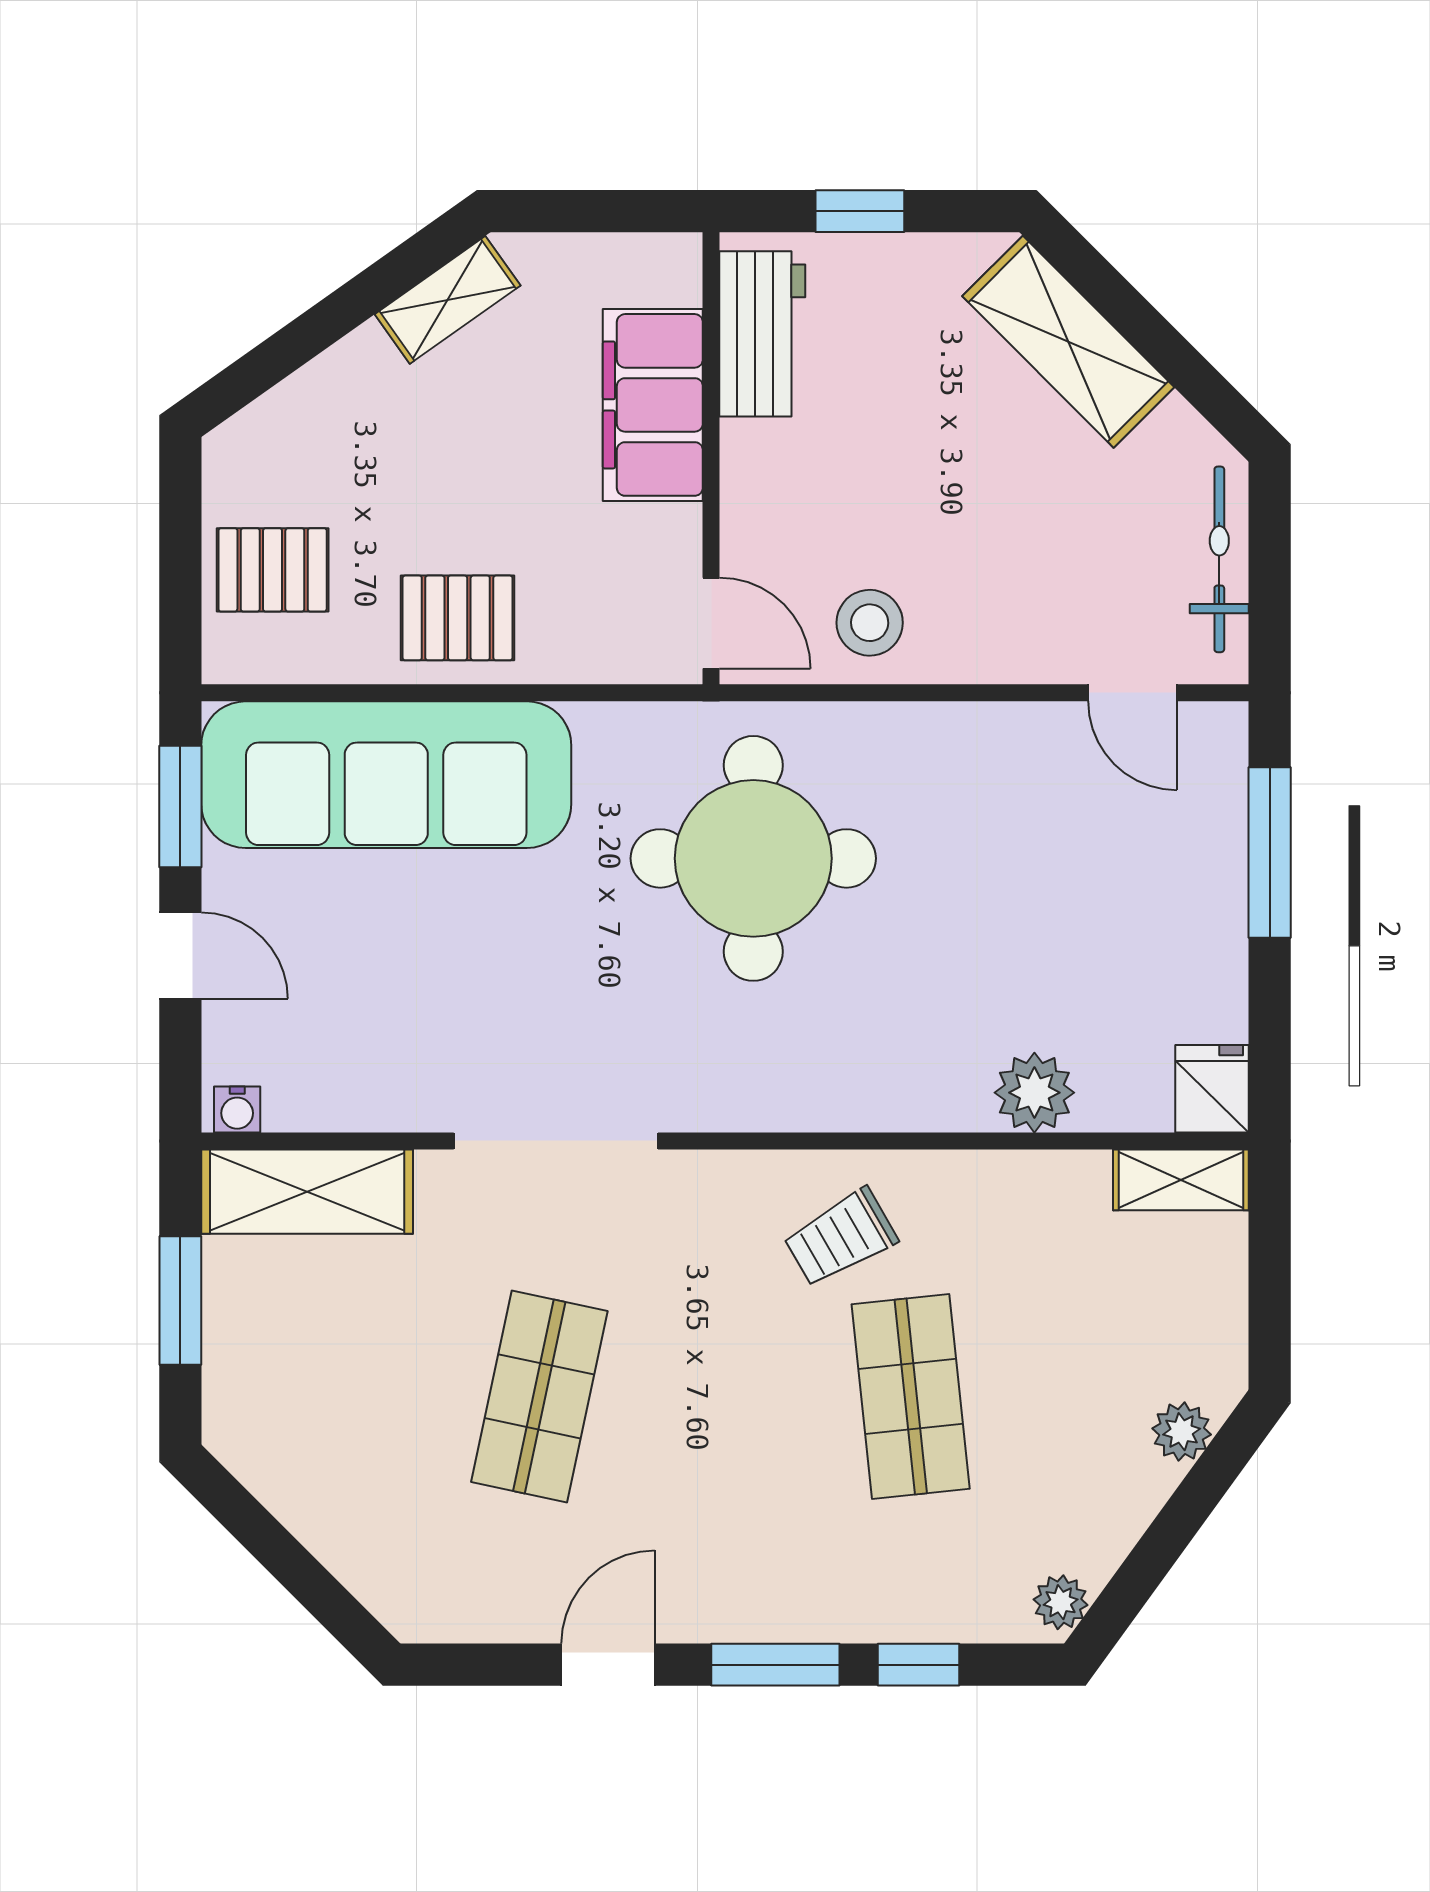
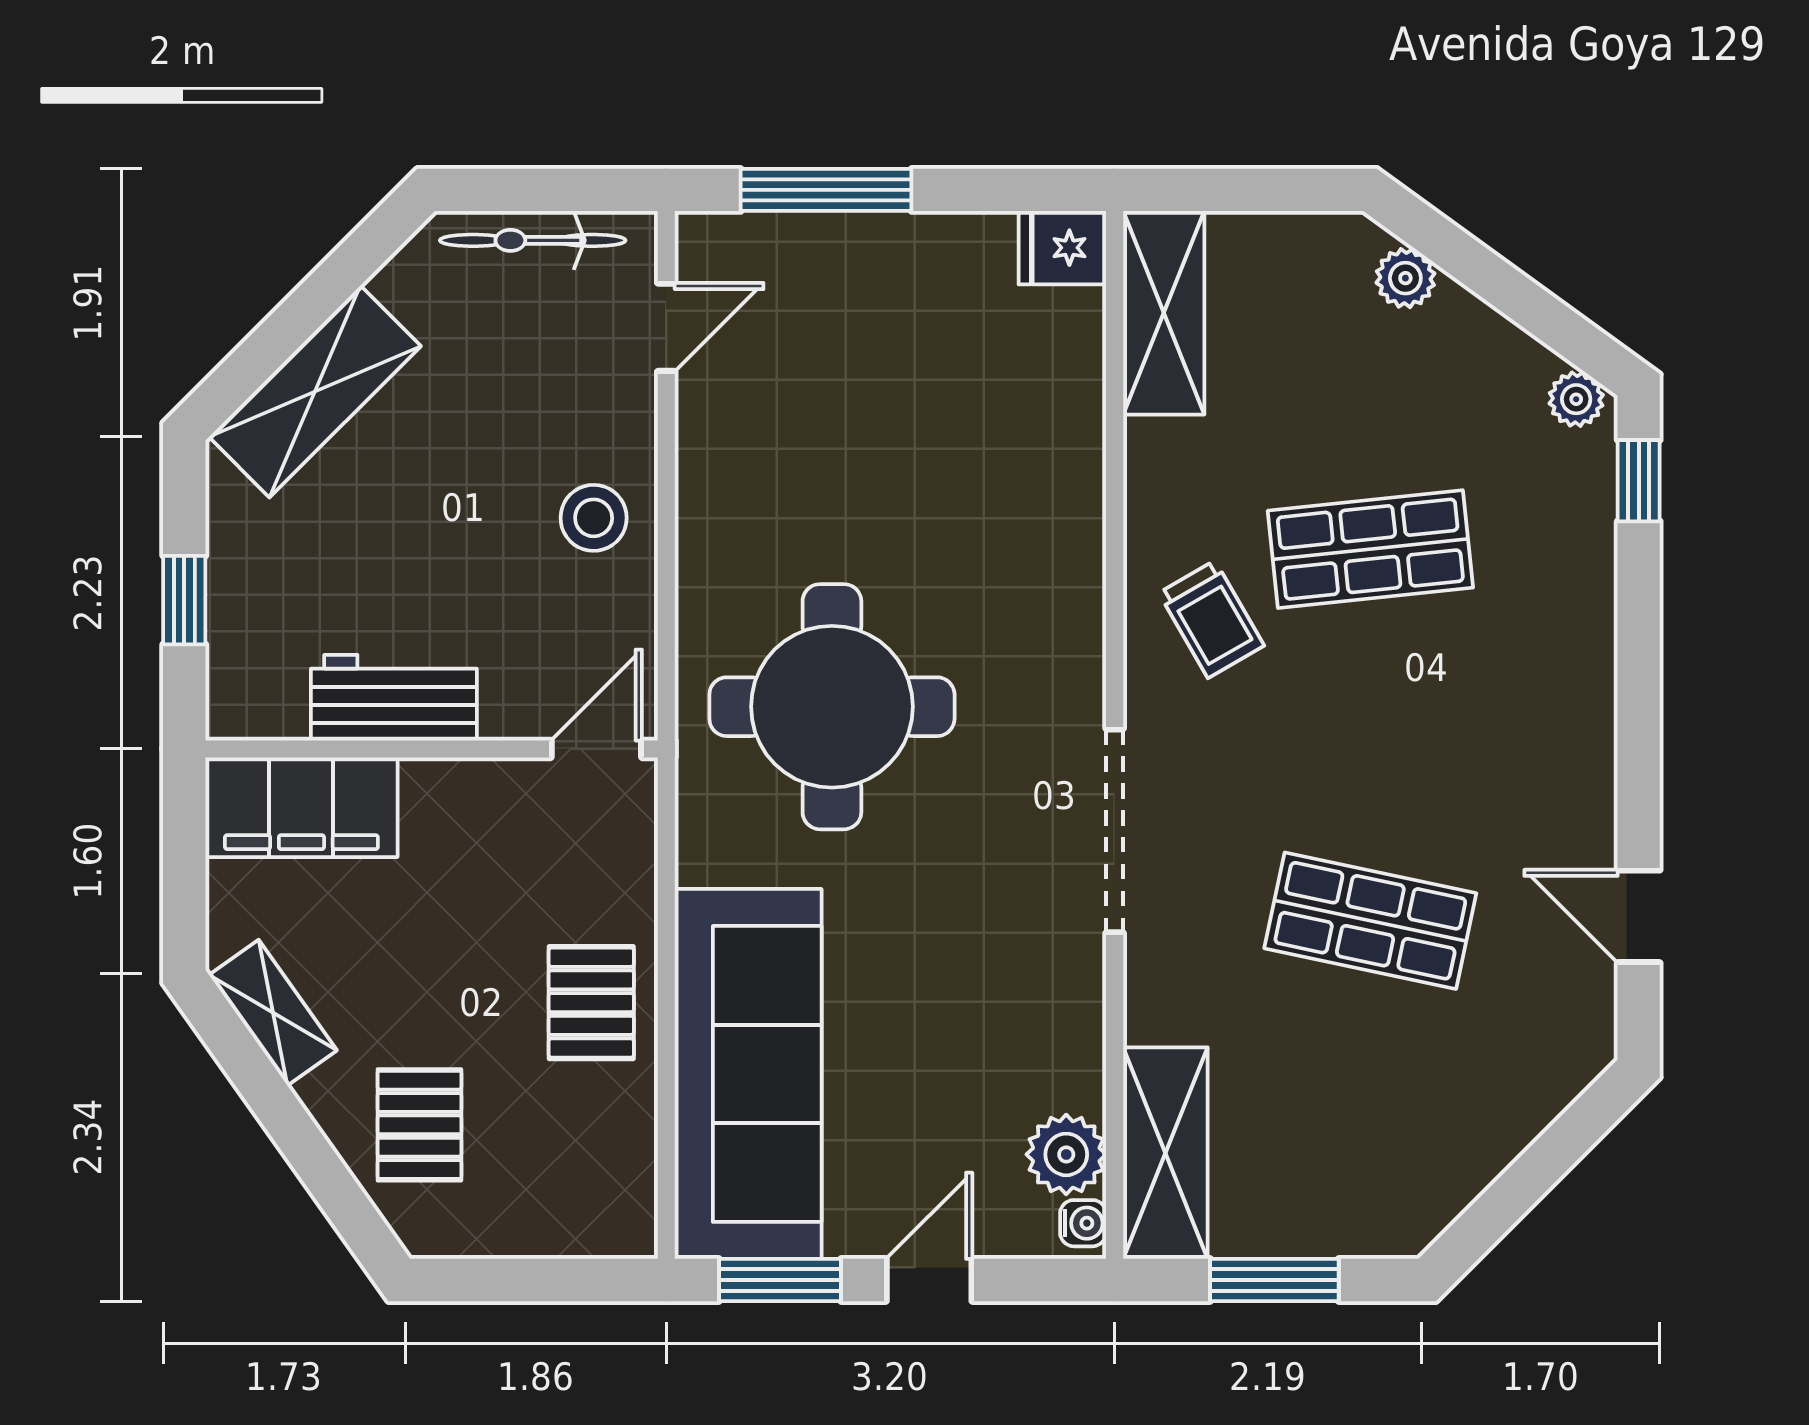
workbench: (762, 334) -> (394, 698), moved
filing cabinet: (653, 405) -> (301, 807), moved
pallet: (273, 570) -> (419, 1125), moved
stool: (870, 623) -> (594, 518), moved
plant: (1034, 1093) -> (1066, 1154), moved
doorway: (556, 1141) -> (1115, 831), moved
shelving: (1181, 1180) -> (1164, 313), width x1.50, depth x1.33
door: (608, 1665) -> (1639, 916), moved
window: (775, 1665) -> (1639, 685), removed
window: (918, 1665) -> (1639, 481), moved

